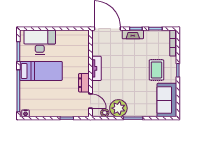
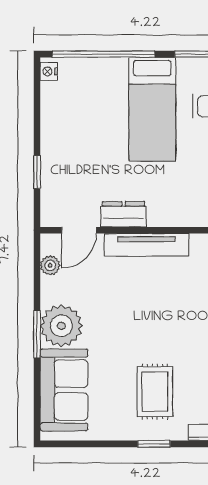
tv unit: (96, 68) -> (146, 245), width x1.41
rug: (156, 70) -> (155, 392), turned 90
sofa: (167, 100) -> (64, 390), moved, turned 90
plant: (118, 108) -> (61, 326), moved

